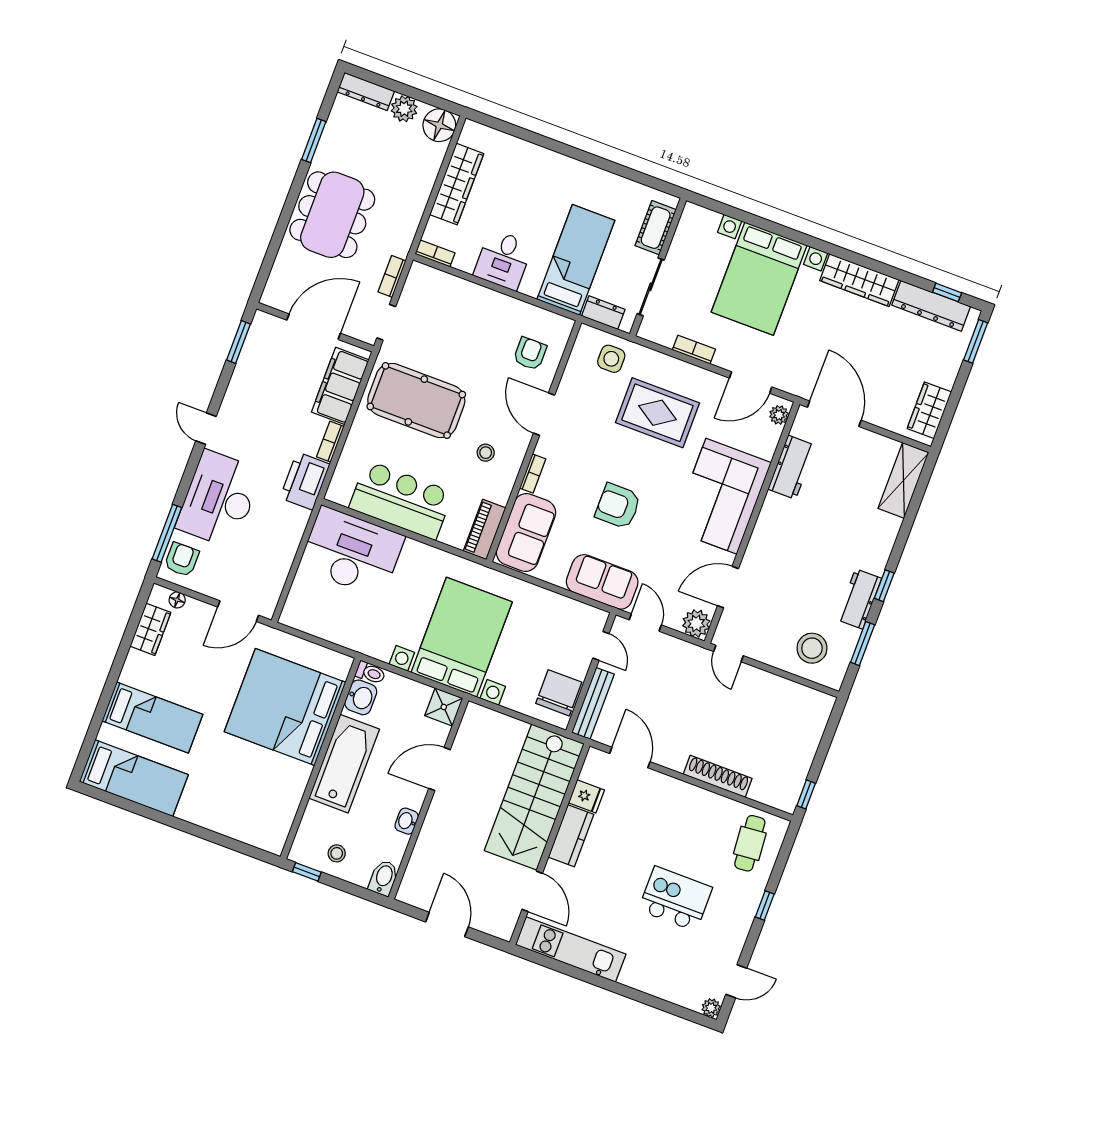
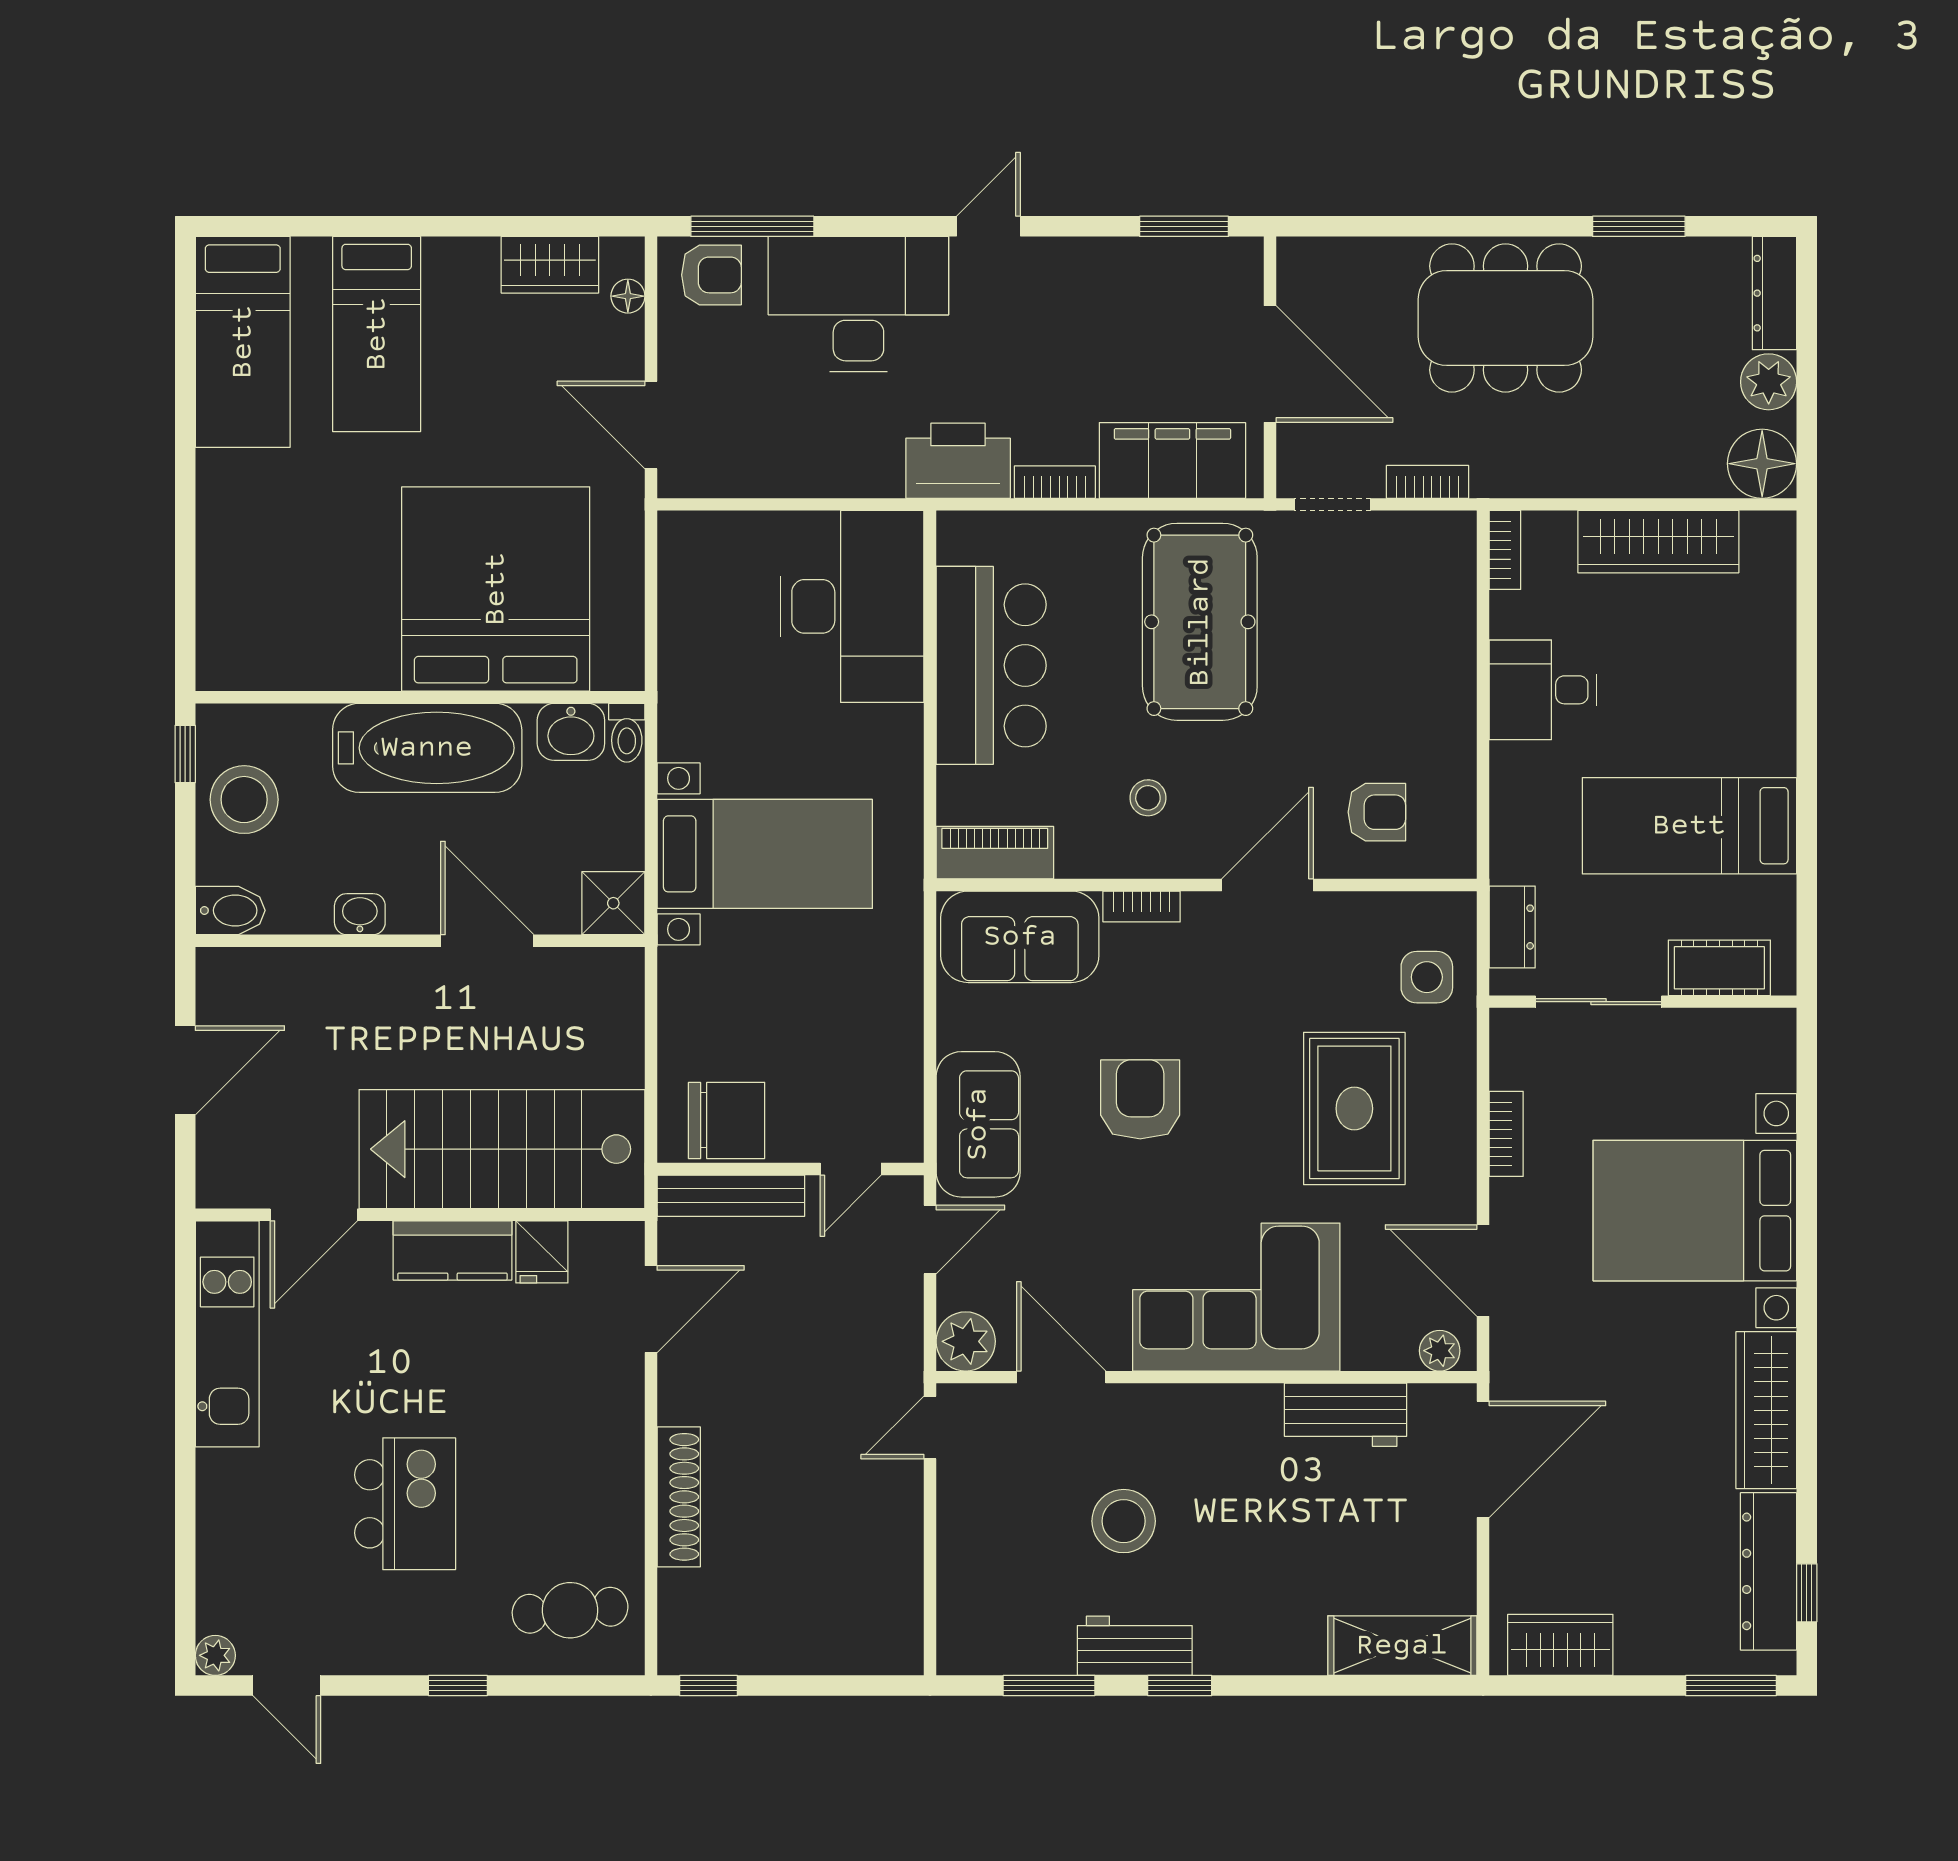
bed: (576, 260) -> (1689, 826), moved, turned 180
bed with nightstands: (462, 637) -> (765, 854), width x0.73
stool: (812, 648) -> (1124, 1521), moved
stool: (337, 853) -> (244, 800), width x1.89, depth x1.89

